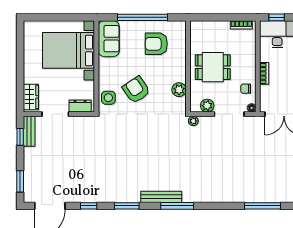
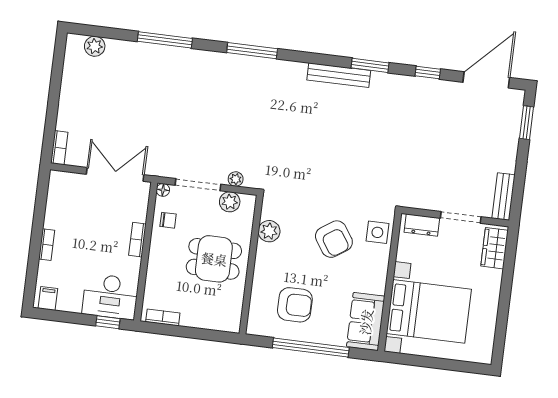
plant: (193, 121) -> (236, 179), moved
window: (20, 137) -> (518, 190), removed
bench: (161, 197) -> (339, 75), moved
window: (177, 206) -> (252, 51), moved

